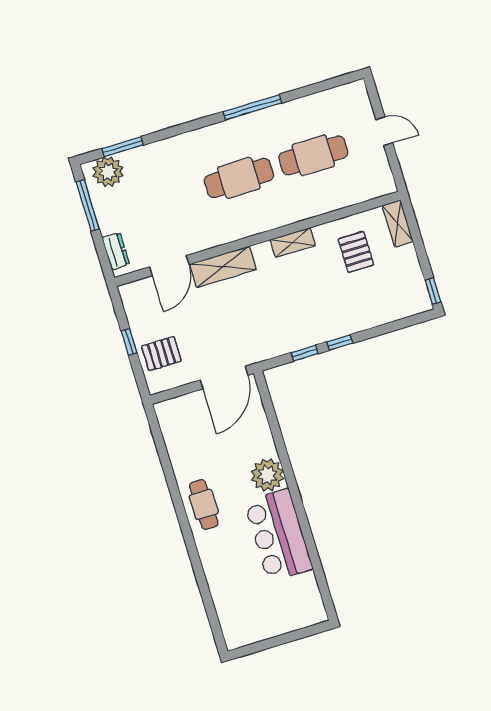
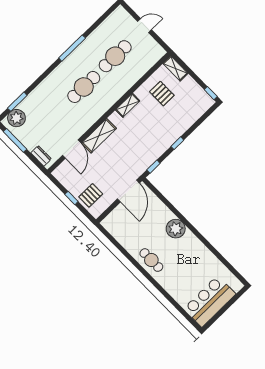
window: (305, 353) -> (153, 167), moved
bar counter: (278, 535) -> (210, 301), moved, turned 90

